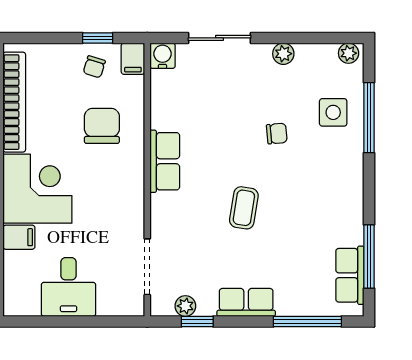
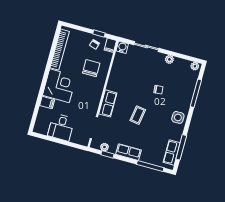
side table: (333, 112) -> (178, 117), moved
row of seats: (165, 161) -> (108, 103), moved

